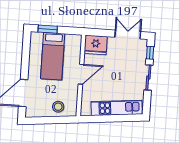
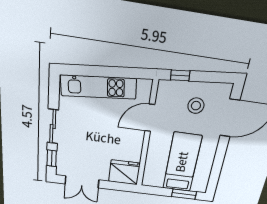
door: (81, 74) -> (150, 118), moved
stool: (58, 107) -> (196, 106), moved
window: (62, 120) -> (180, 75), added

